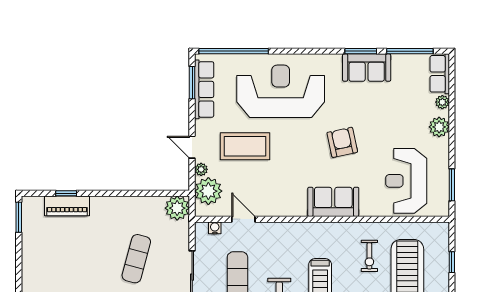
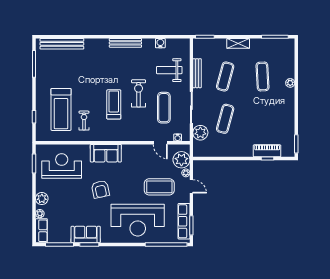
reception desk: (406, 181) -> (62, 166), turned -90
plant: (177, 208) -> (200, 133), moved

